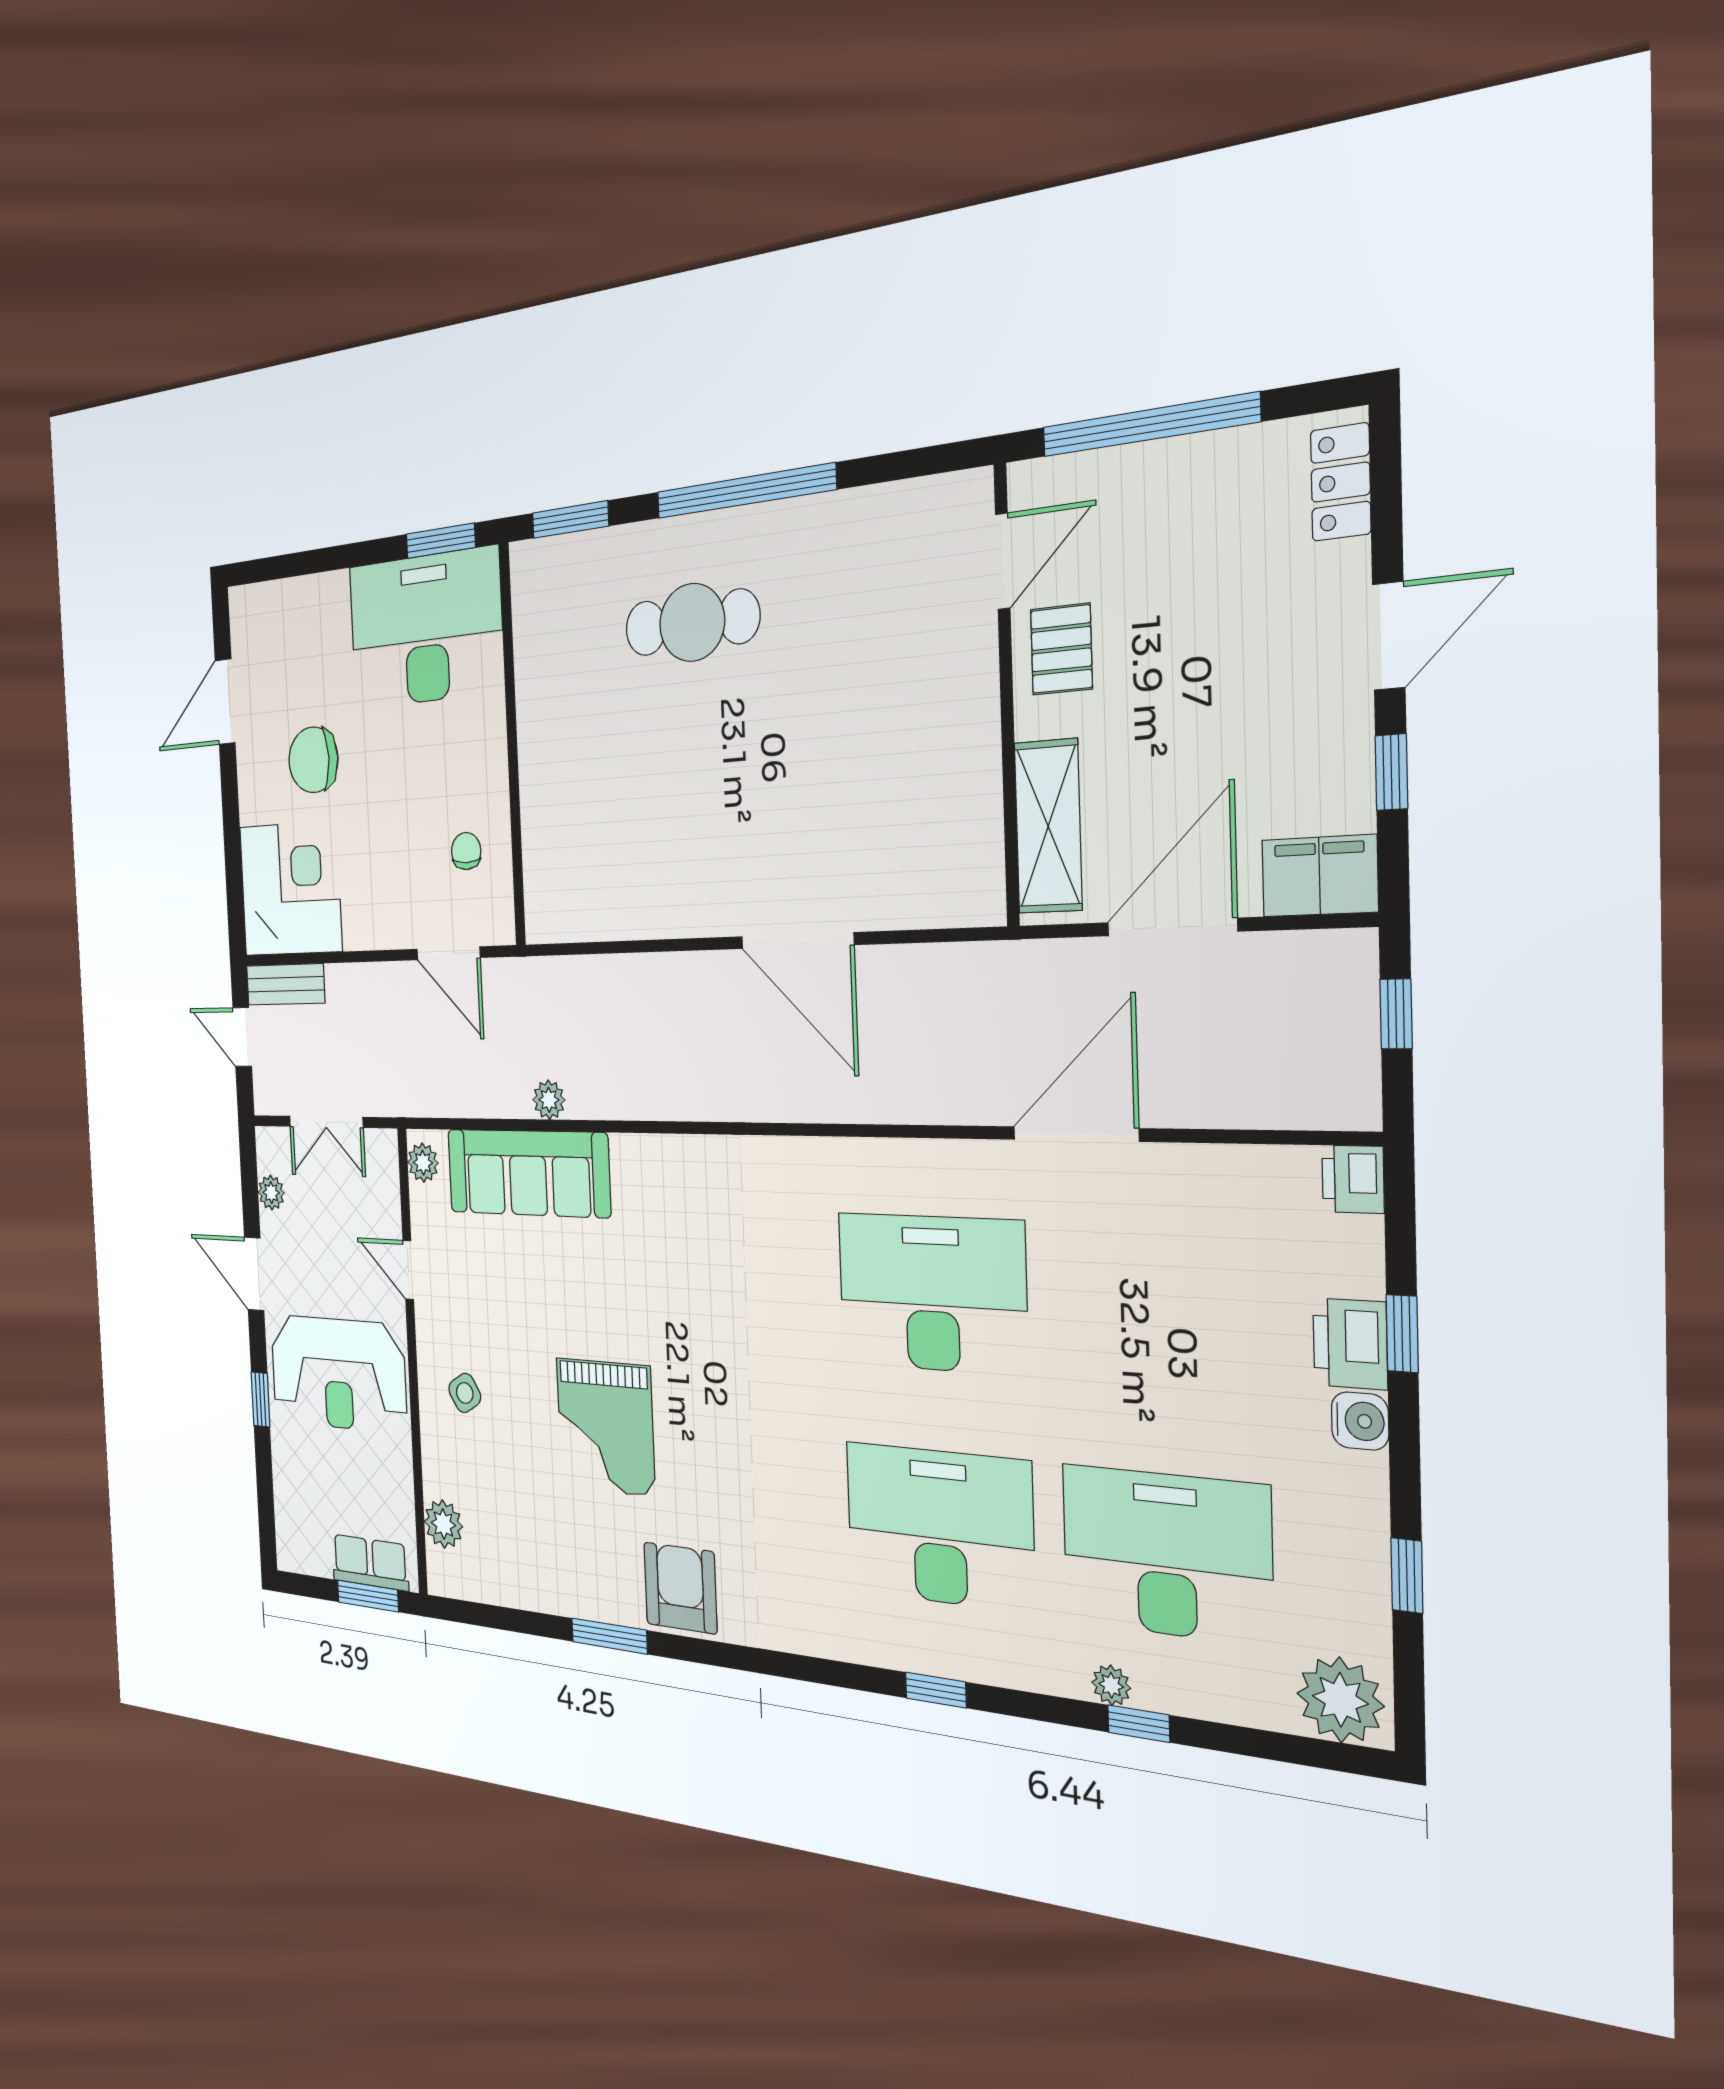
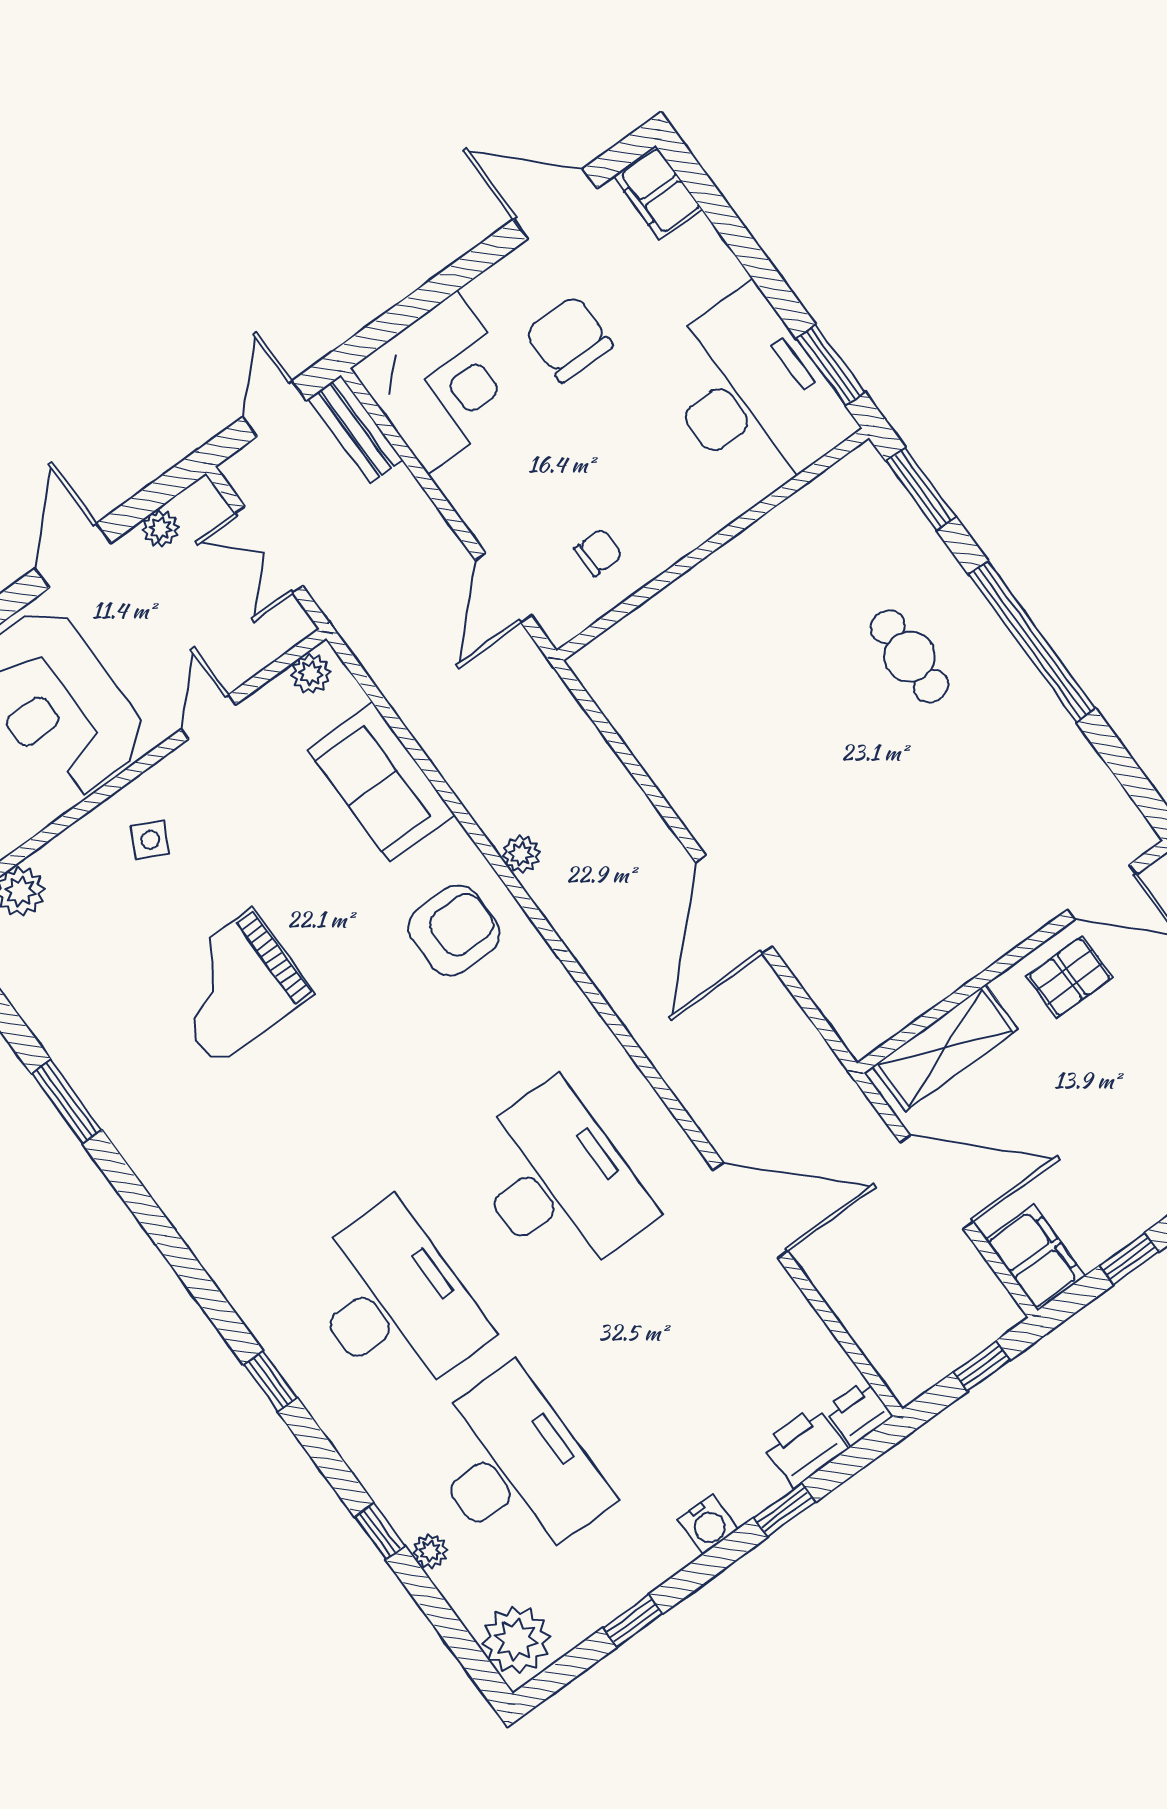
filing cabinet: (257, 609) -> (658, 192), added
cafe table: (692, 622) -> (909, 657), width x0.73, depth x0.74
plant: (549, 1100) -> (521, 854), moved
sofa: (528, 1173) -> (381, 782), width x0.73
printer: (1350, 1344) -> (804, 1446), moved
side table: (465, 1393) -> (150, 840), turned -31
armchair: (680, 1588) -> (454, 930), moved
plant: (1111, 1685) -> (430, 1551), moved

